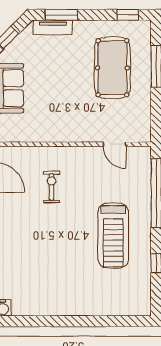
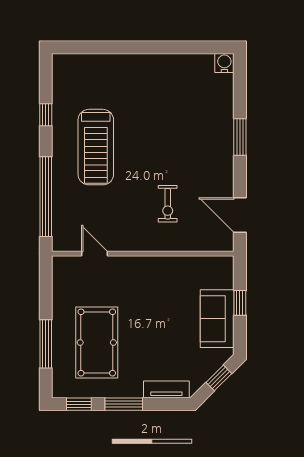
window: (61, 15) -> (124, 404), moved
treadmill: (113, 236) -> (96, 147), turned 180

